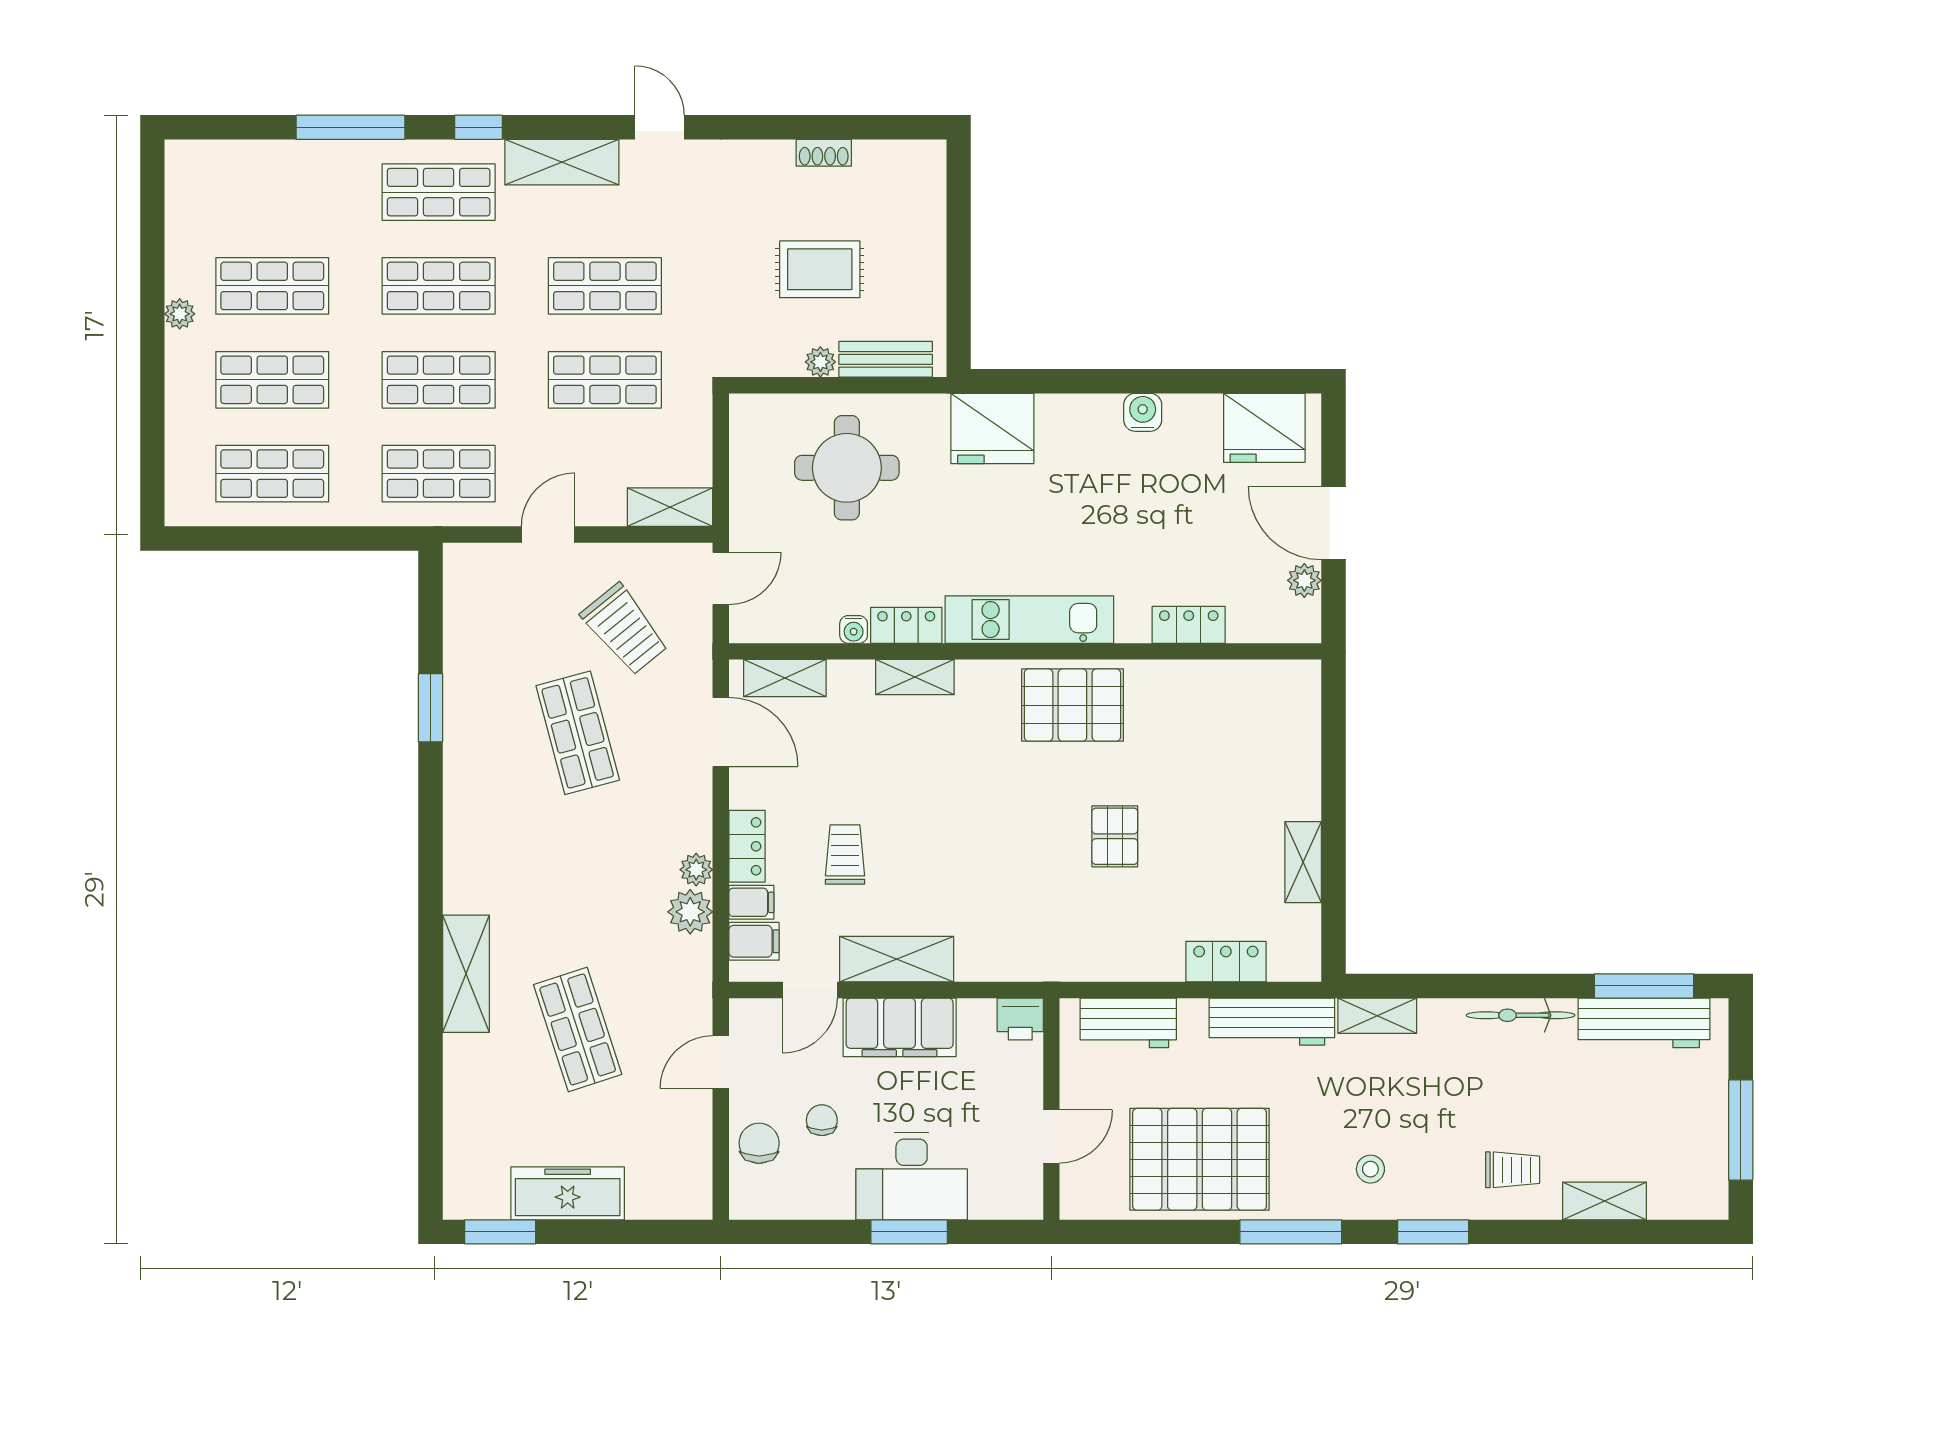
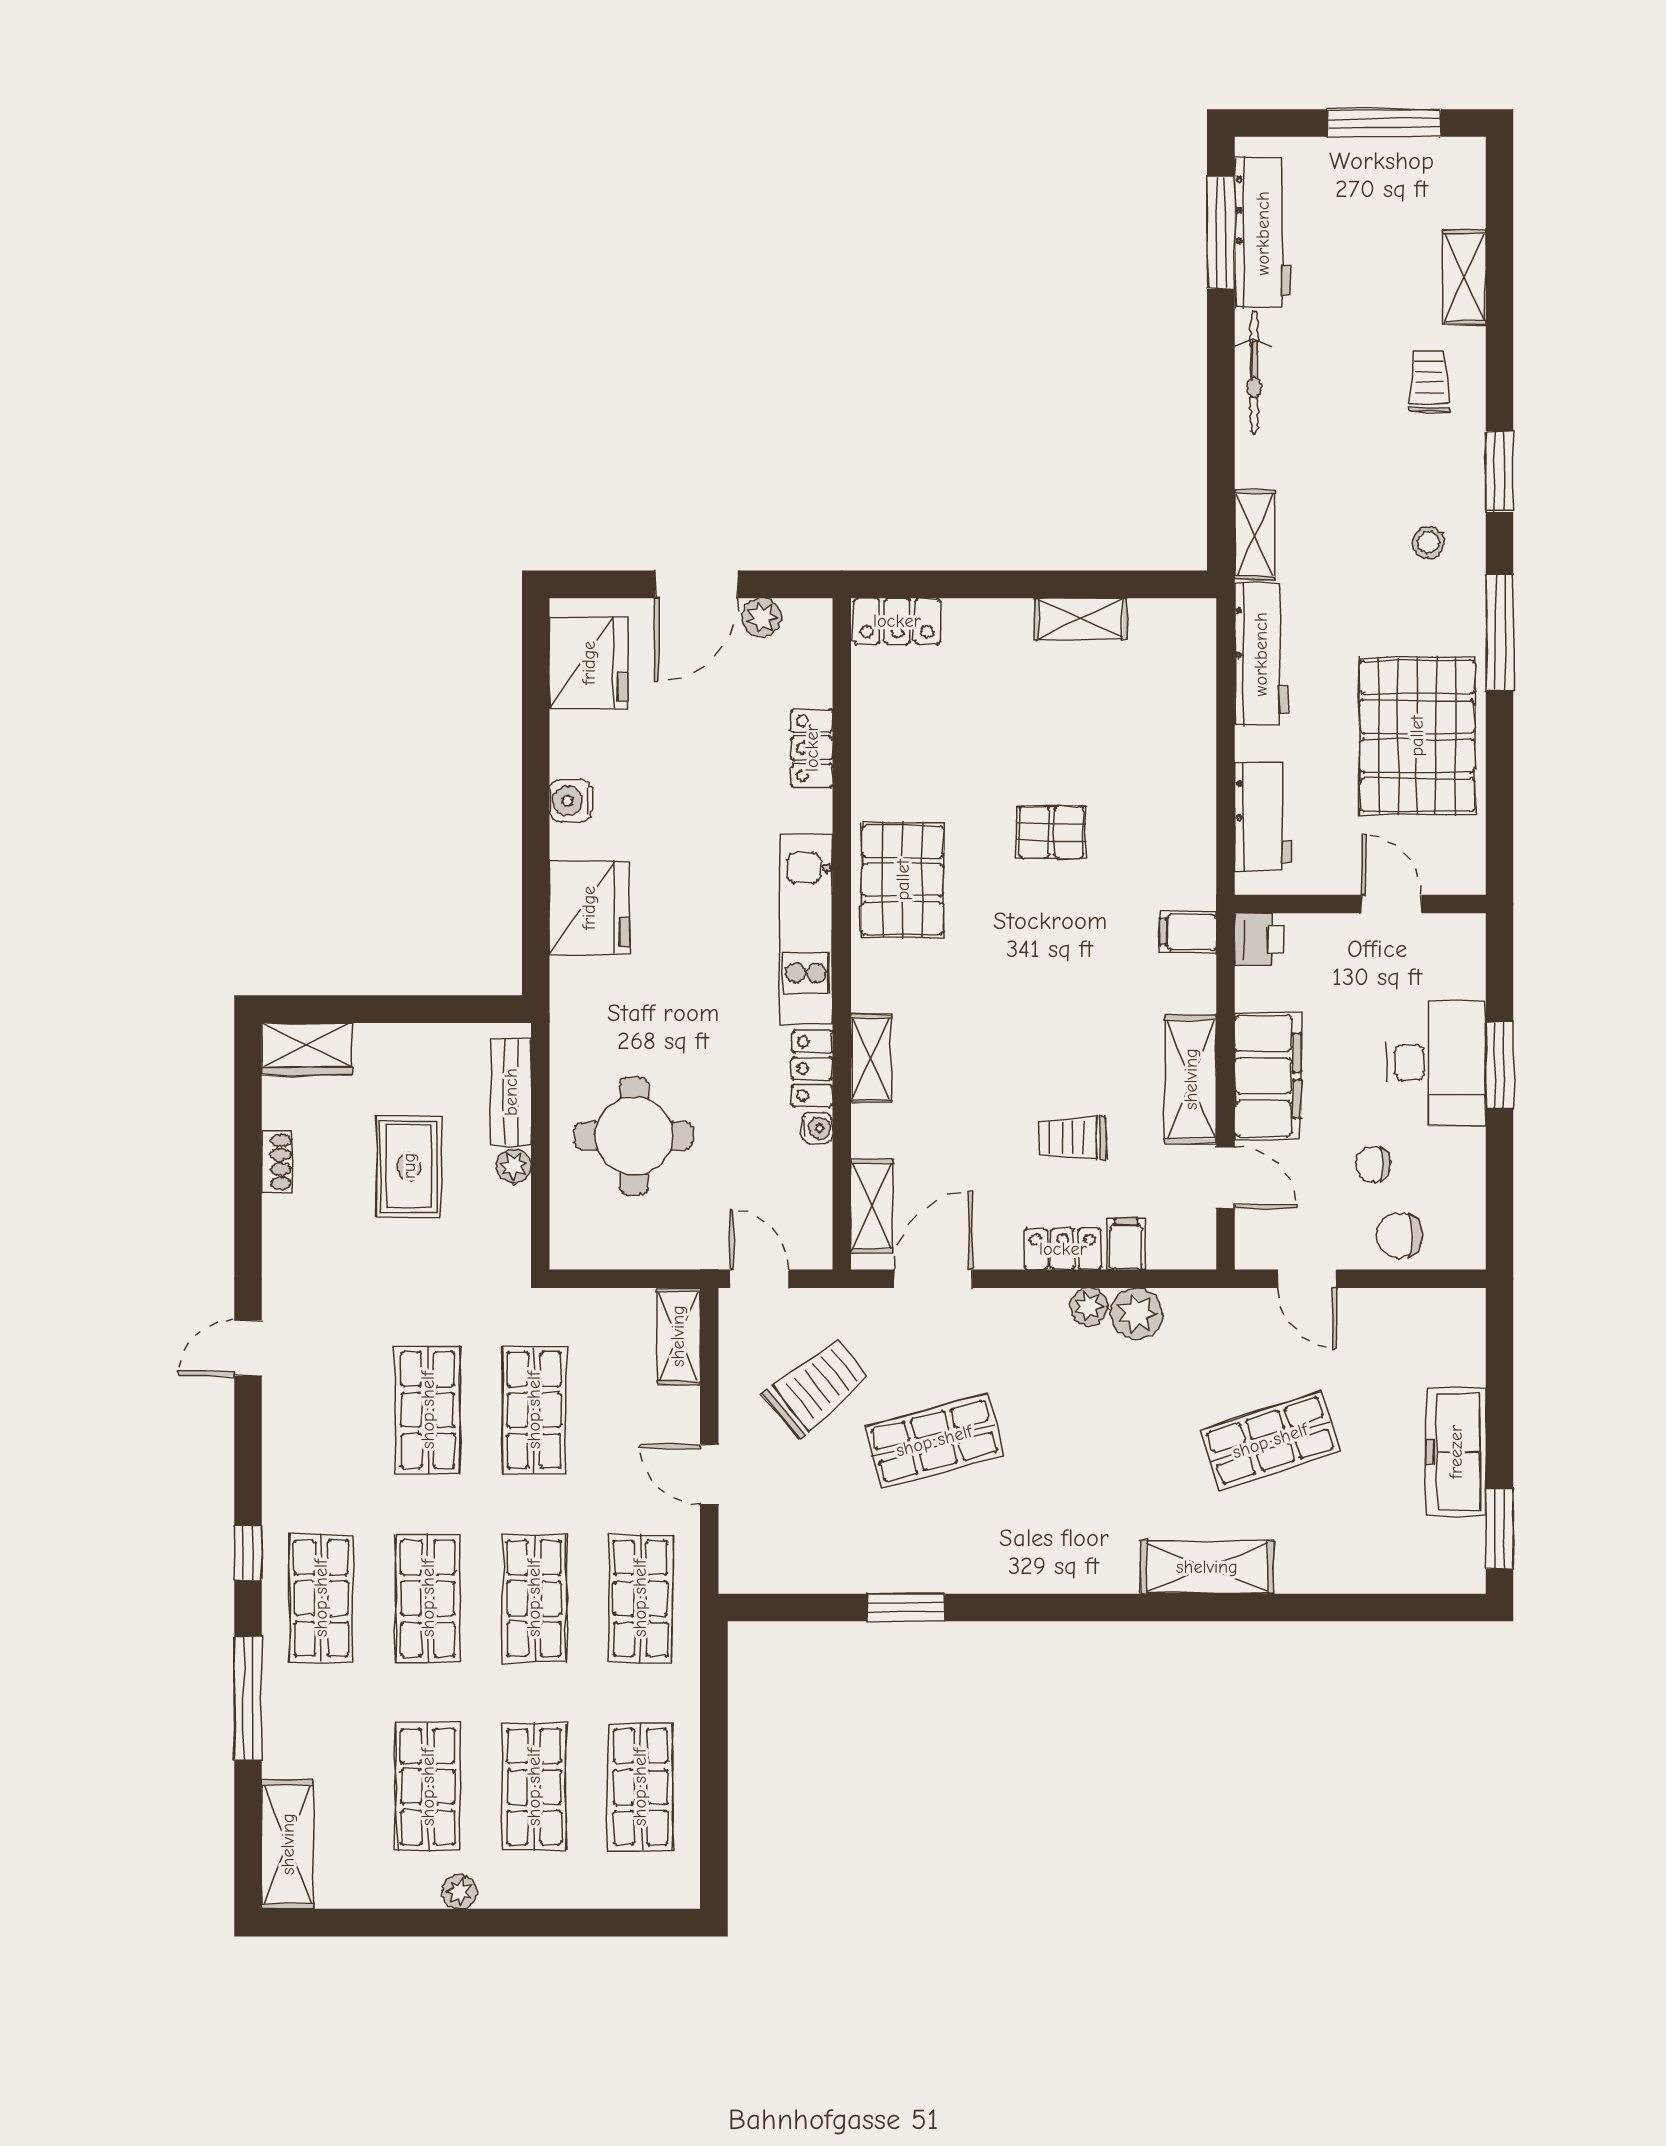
shelving: (562, 162) -> (288, 1844), moved
wardrobe: (923, 179) -> (307, 1049), added
fridge: (992, 428) -> (589, 908), moved
filing cabinet: (754, 941) -> (1188, 932), moved, turned -90
locker: (1226, 962) -> (897, 621), moved, turned -90

